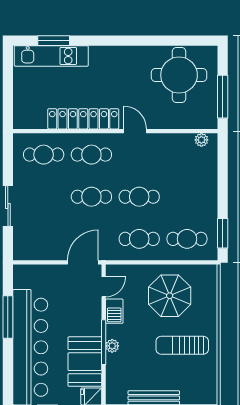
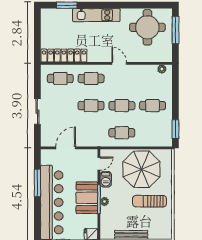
kitchen unit: (51, 56) -> (96, 15), moved
window: (223, 97) -> (175, 30), moved
locker: (83, 119) -> (64, 56), moved
cafe table: (187, 239) -> (153, 106), moved
door: (83, 262) -> (66, 148), moved
parasol: (170, 296) -> (141, 169), width x1.36, depth x1.36
booth: (85, 362) -> (87, 198), moved

